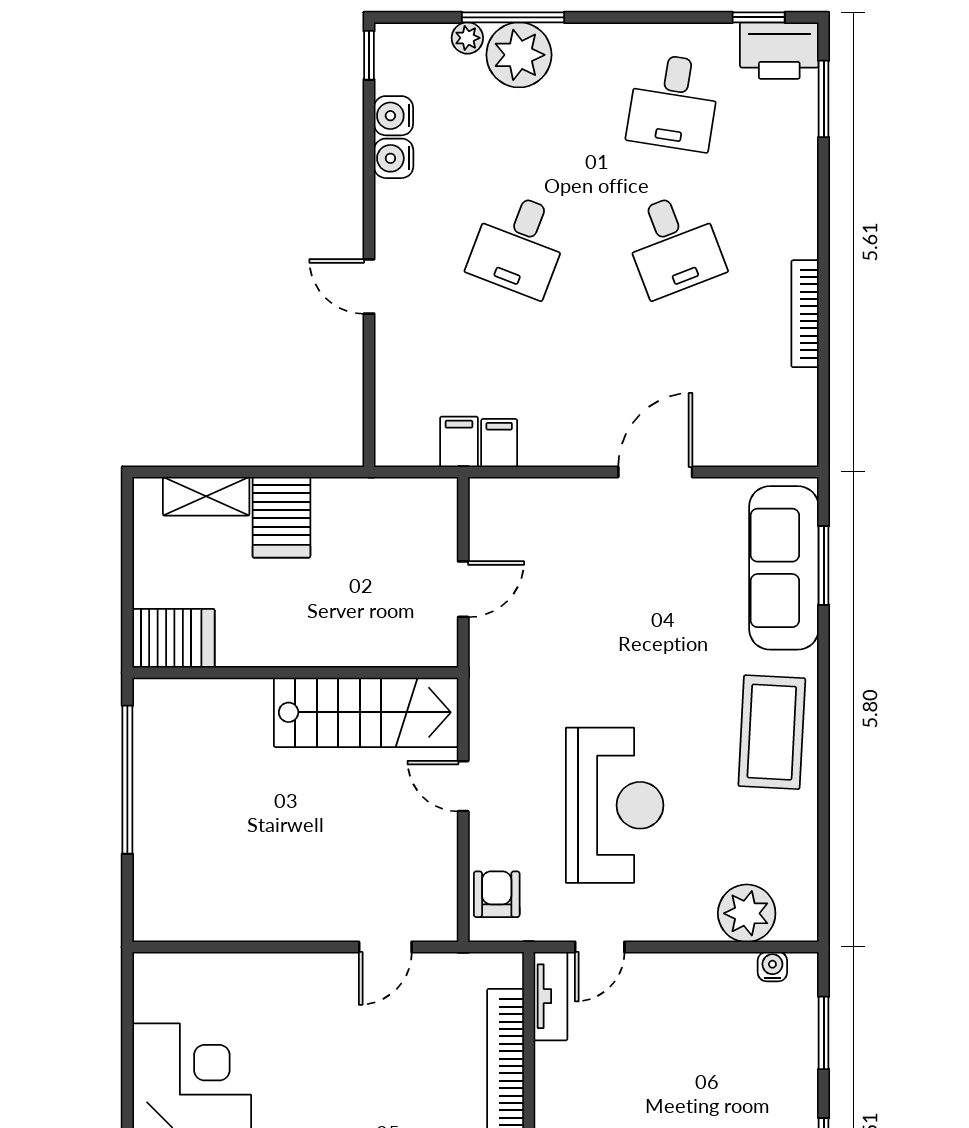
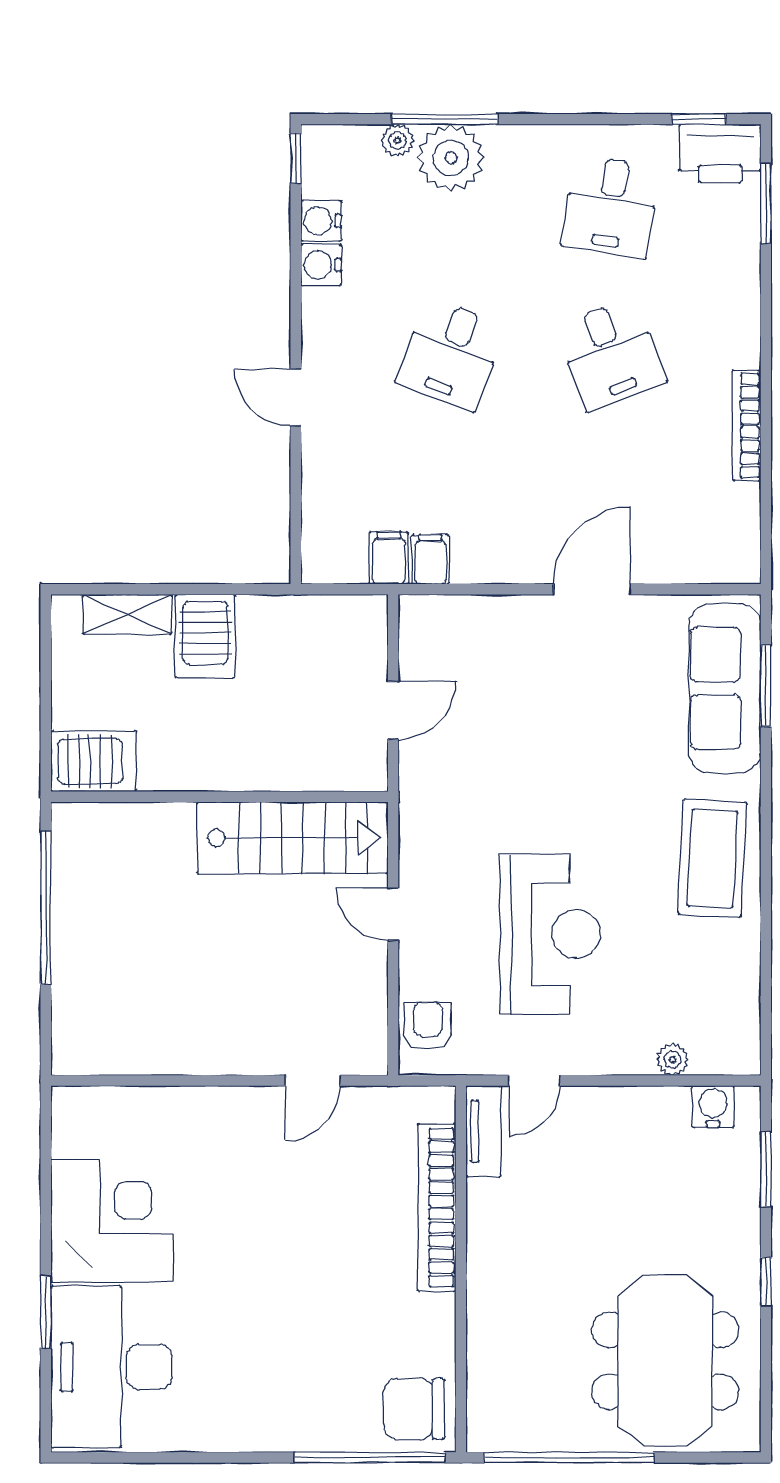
plant: (747, 913) -> (672, 1060), width x0.53, depth x0.53
water cooler: (772, 967) -> (713, 1107), width x1.38, depth x1.38

